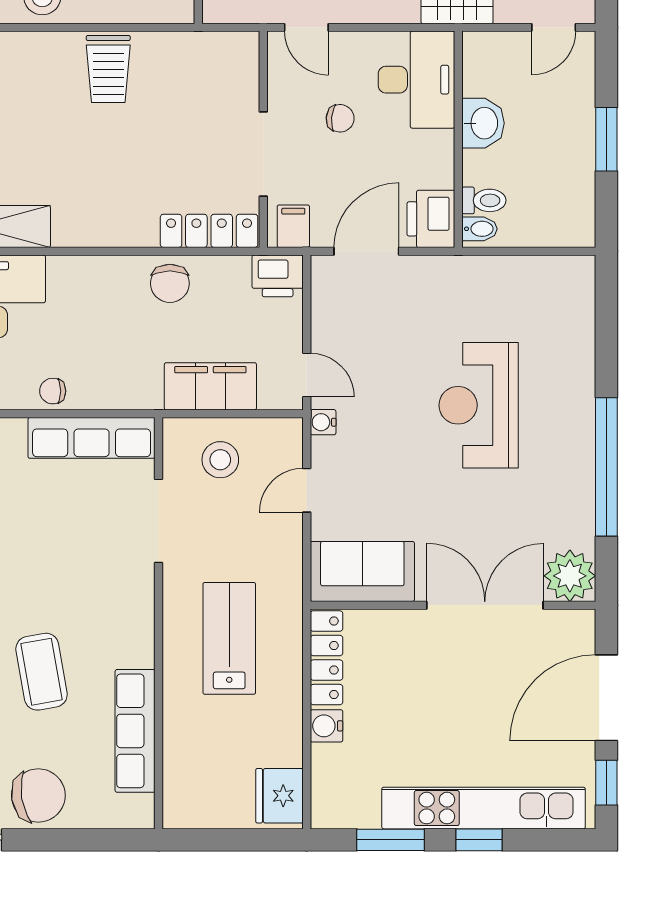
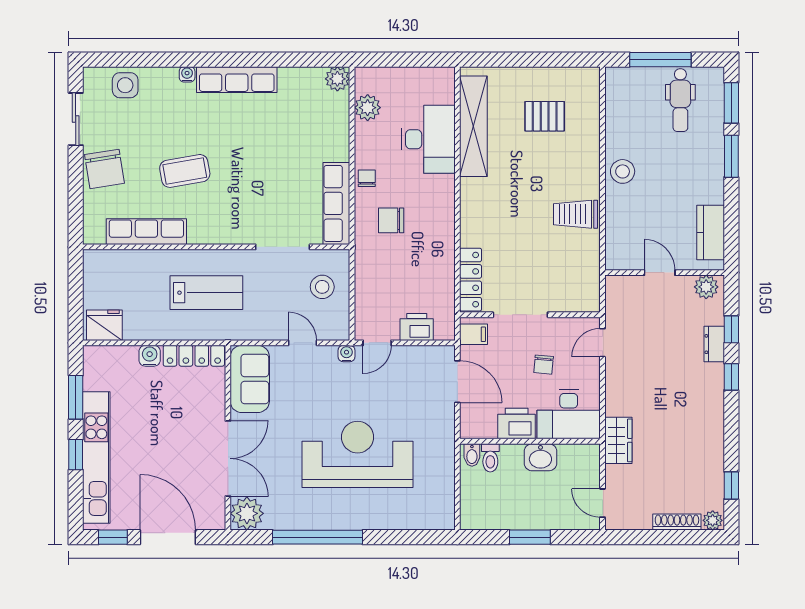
printer: (431, 219) -> (517, 423), moved
printer: (278, 276) -> (417, 327), moved, turned 90
chair: (170, 283) -> (391, 220), moved
filing cabinet: (210, 386) -> (370, 280), removed
reception desk: (479, 405) -> (358, 454), width x1.36, depth x1.30

